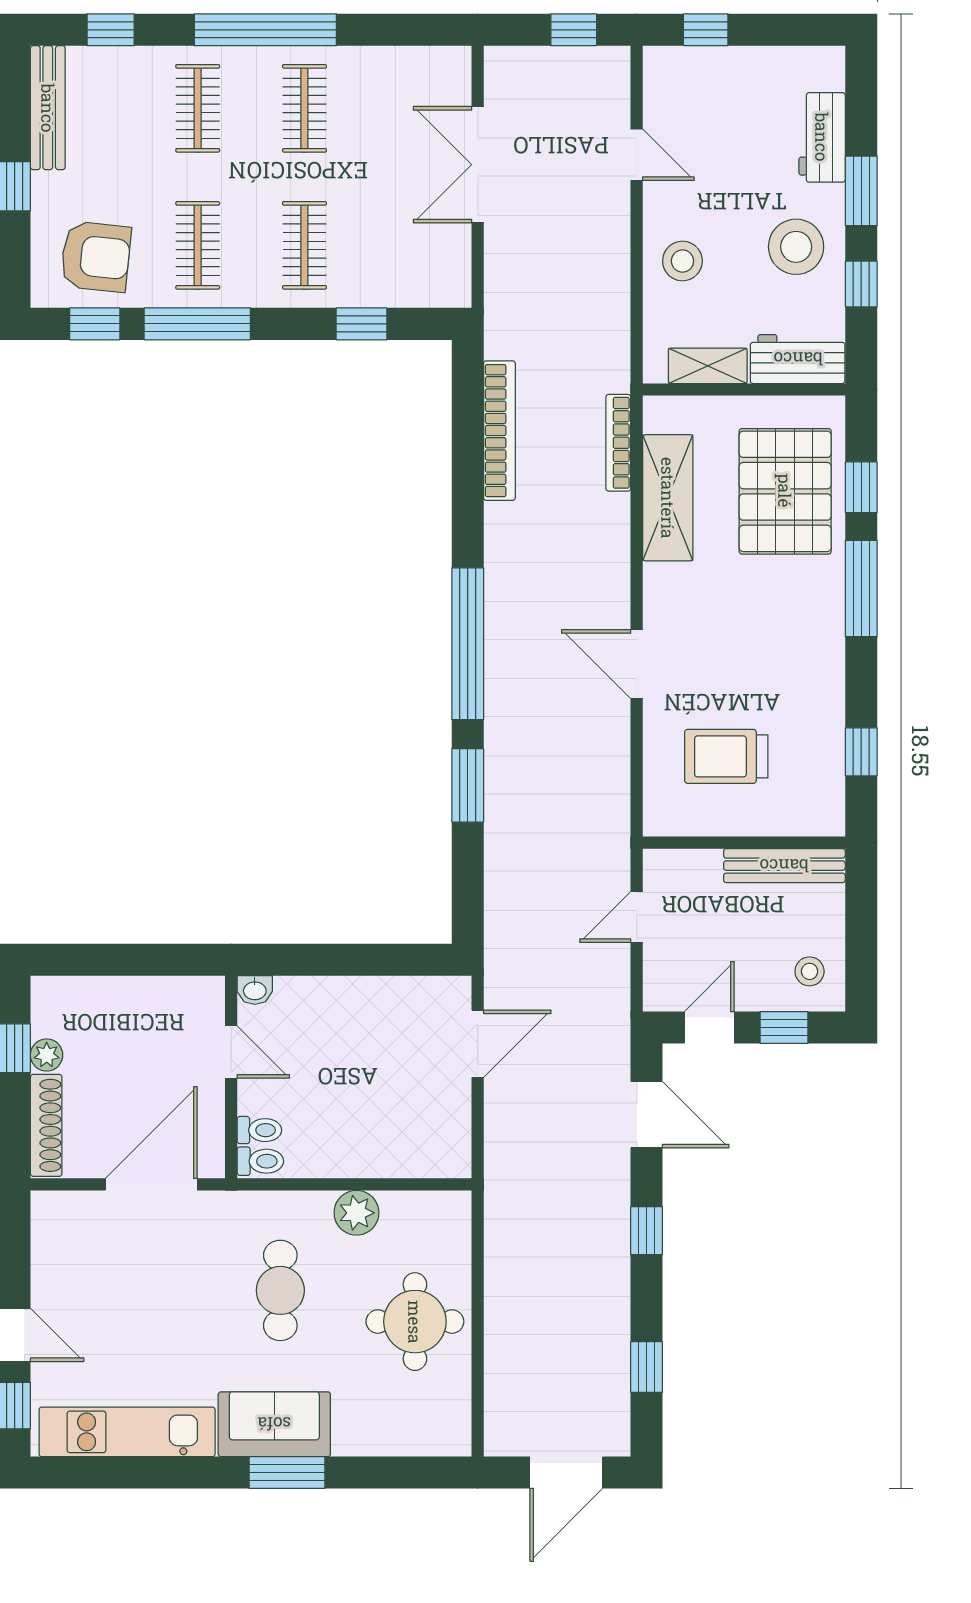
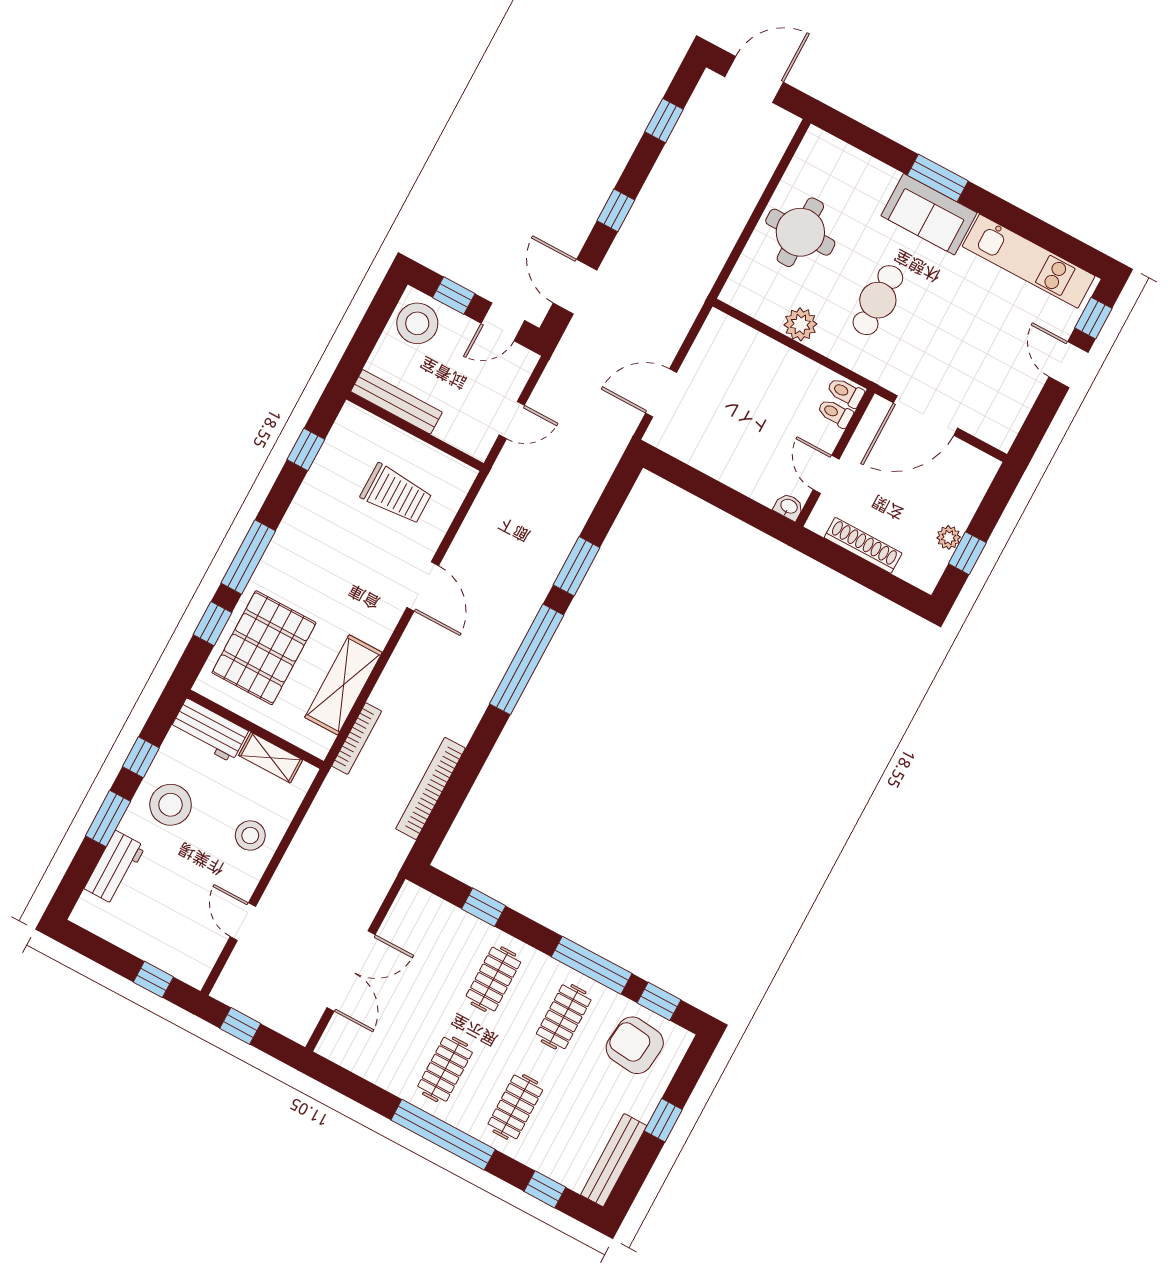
stool: (810, 971) -> (417, 323), width x1.89, depth x1.89
shoe rack: (46, 1125) -> (863, 545), moved, turned 90

